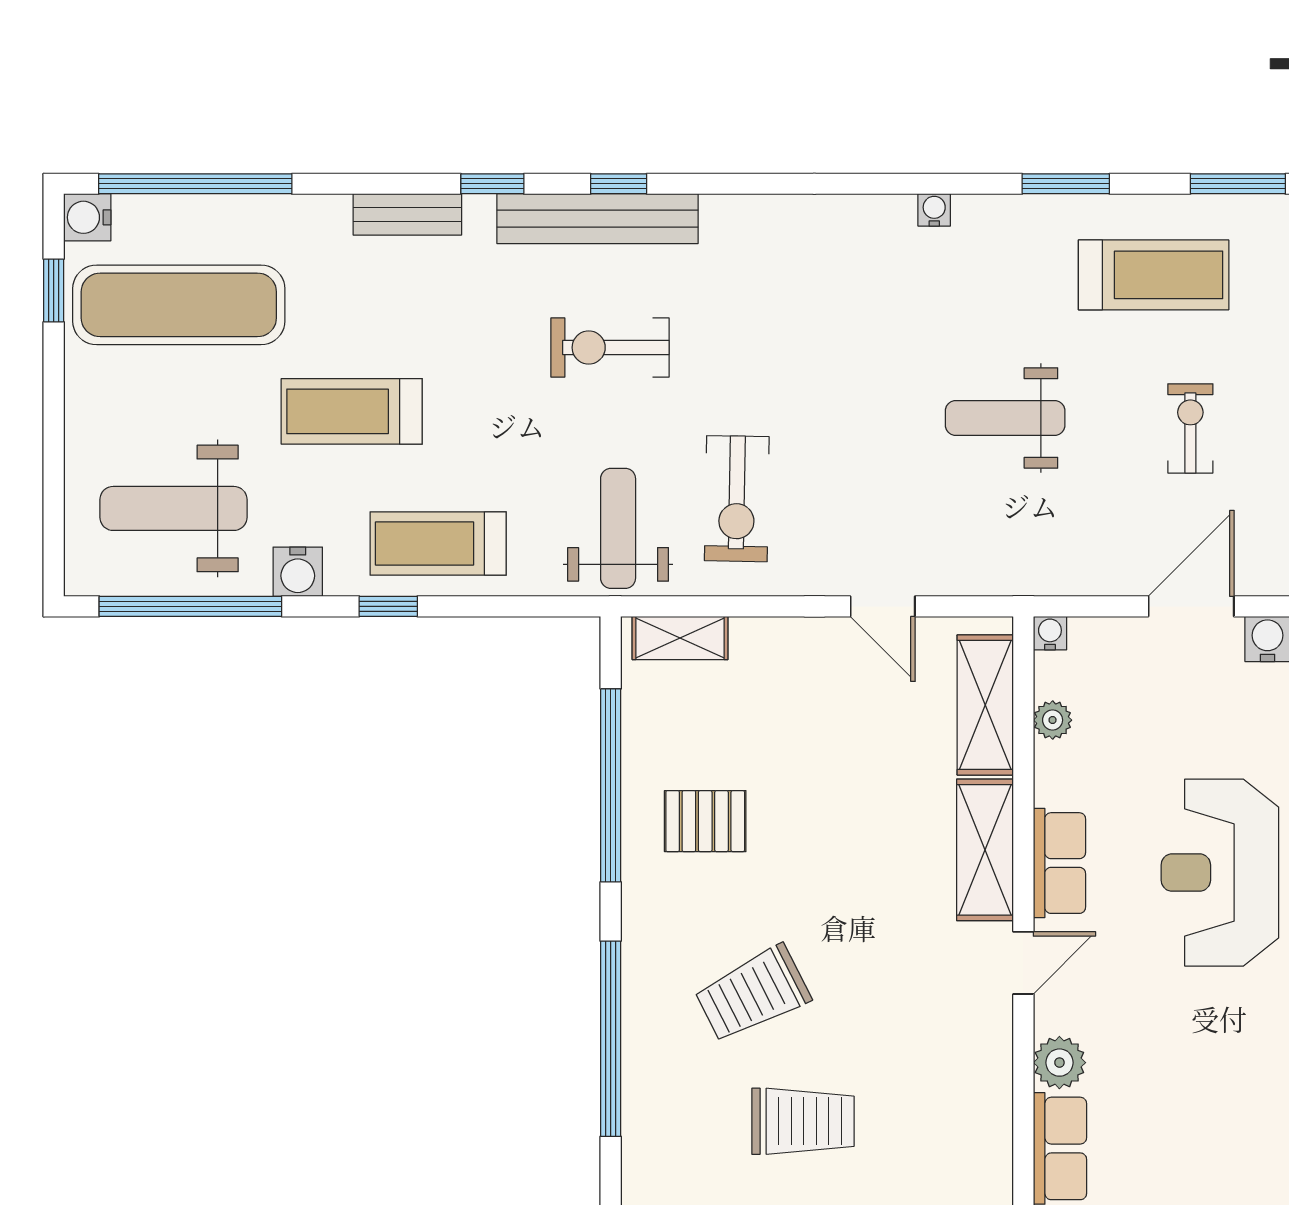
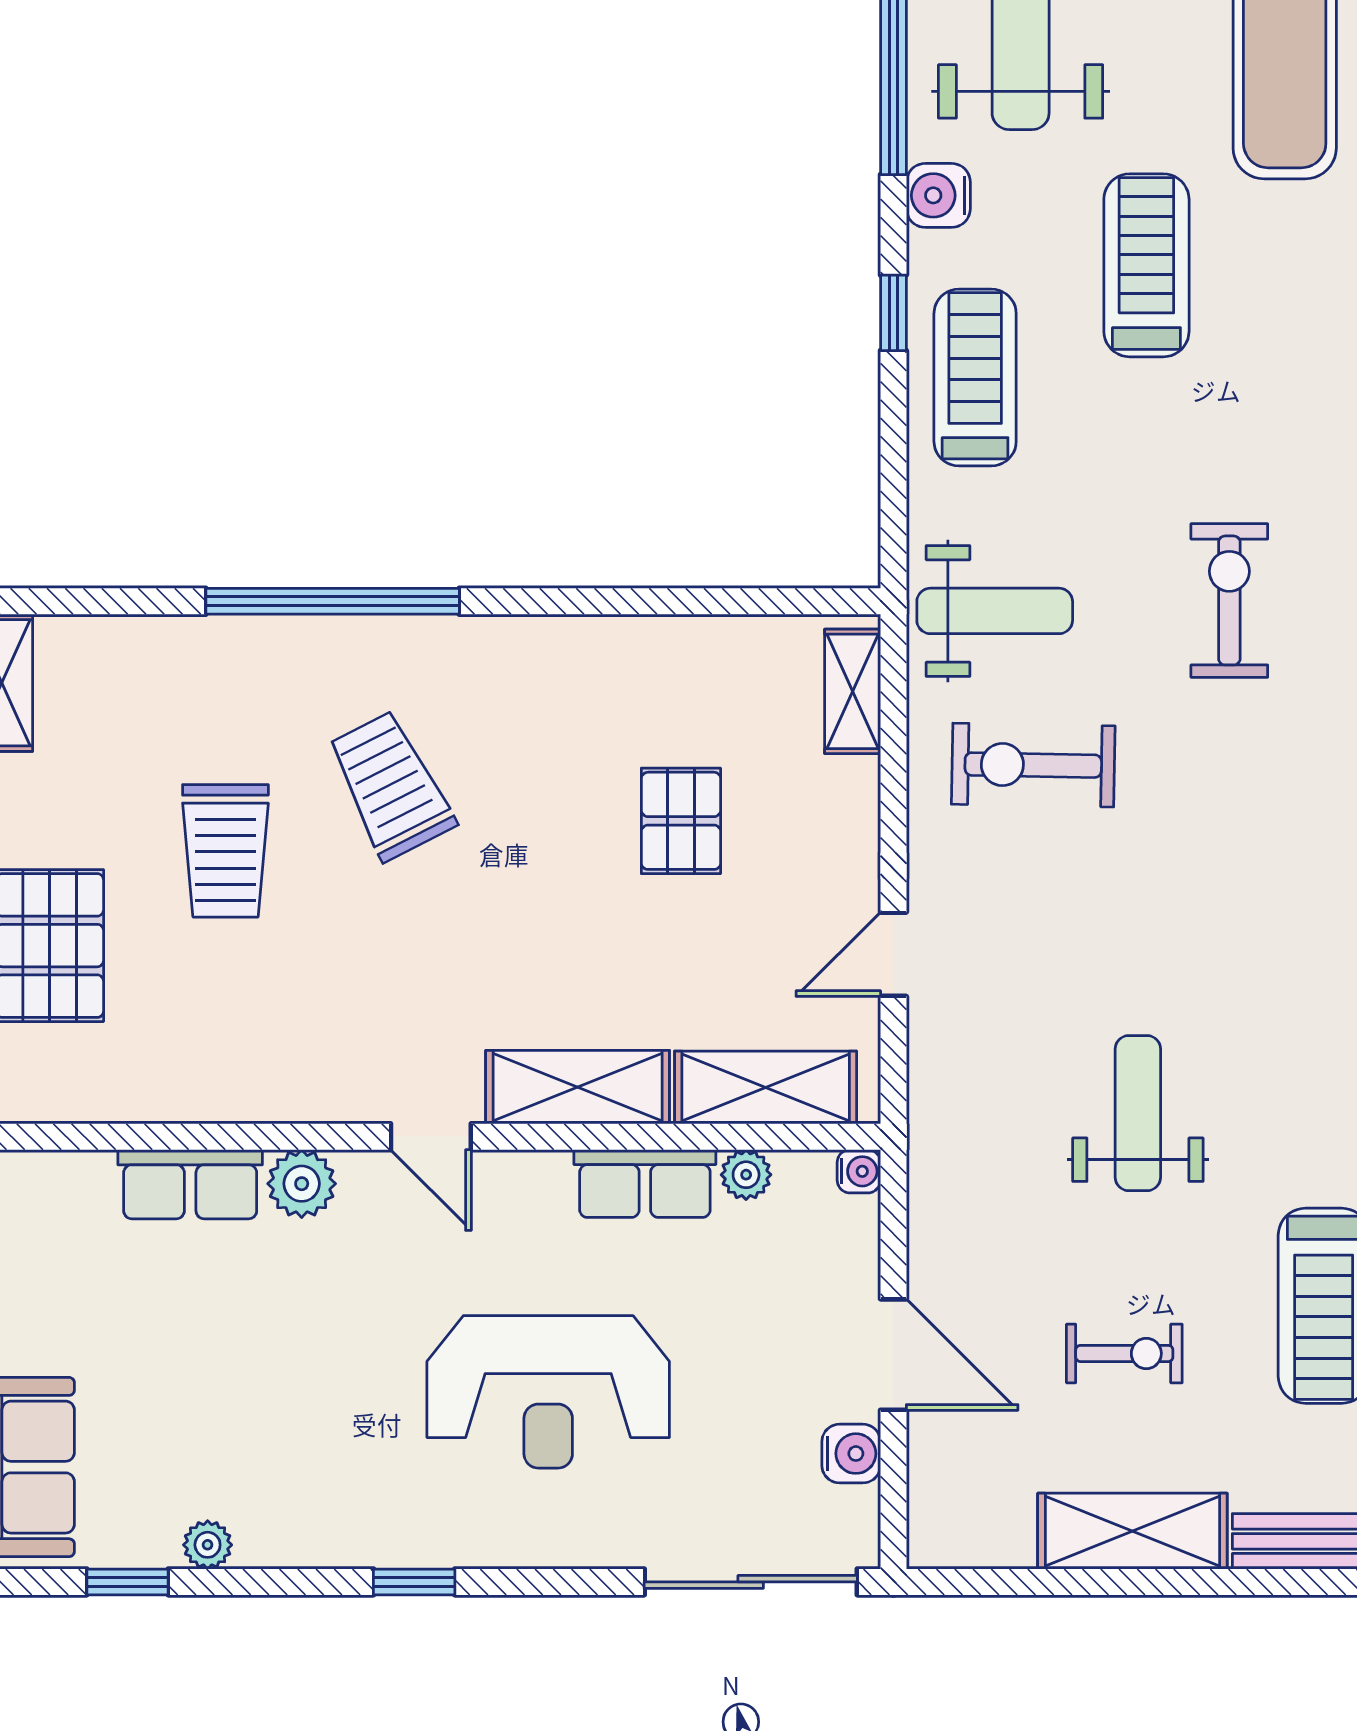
window: (611, 785) -> (661, 601), removed
pallet: (705, 821) -> (681, 821), moved
row of seats: (1059, 863) -> (645, 1184), moved
reception desk: (1220, 873) -> (548, 1392), turned 180

